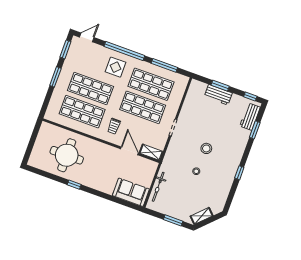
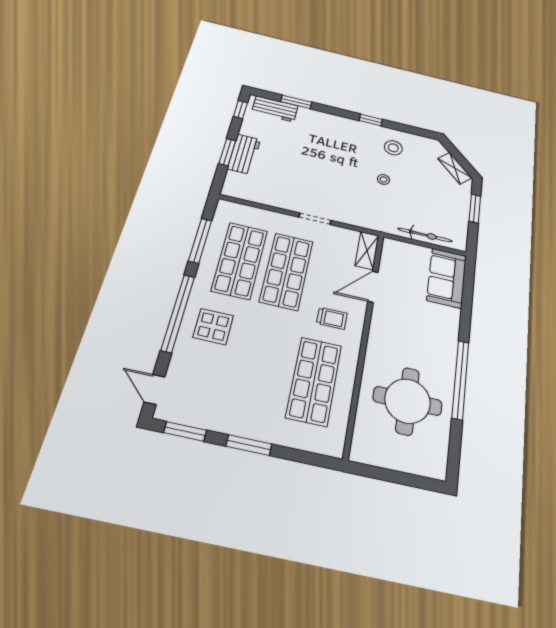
shop shelf: (90, 88) -> (264, 370), removed
stool: (206, 148) -> (393, 148), moved
window: (74, 185) -> (460, 380), width x3.17

